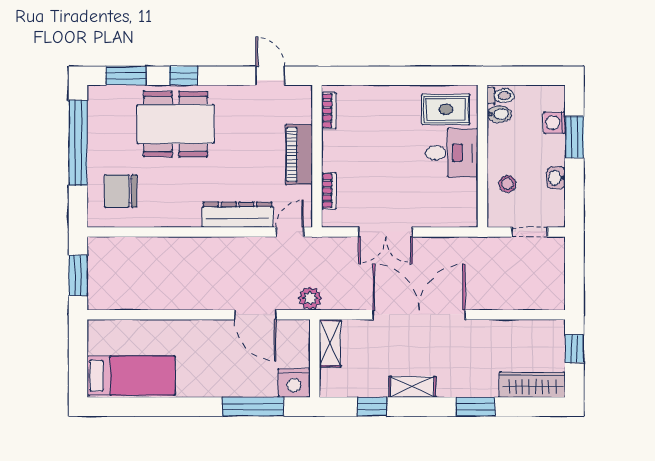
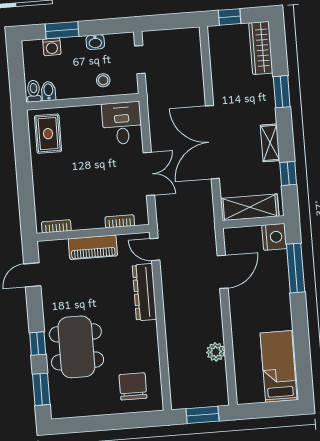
window: (78, 143) -> (97, 423), removed
desk: (452, 153) -> (122, 123), moved
chair: (121, 191) -> (133, 386), turned 180
plant: (310, 298) -> (216, 352), moved
shelving: (330, 343) -> (250, 207), width x1.50, depth x1.33

